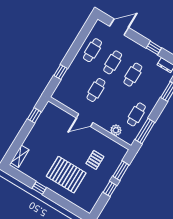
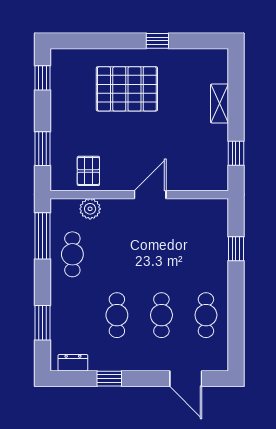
door: (119, 27) -> (186, 379), hinge flipped
cafe table: (96, 90) -> (161, 254), removed
shelving: (20, 156) -> (220, 103), moved
pallet: (95, 160) -> (88, 171), moved
window: (110, 189) -> (42, 78), moved

